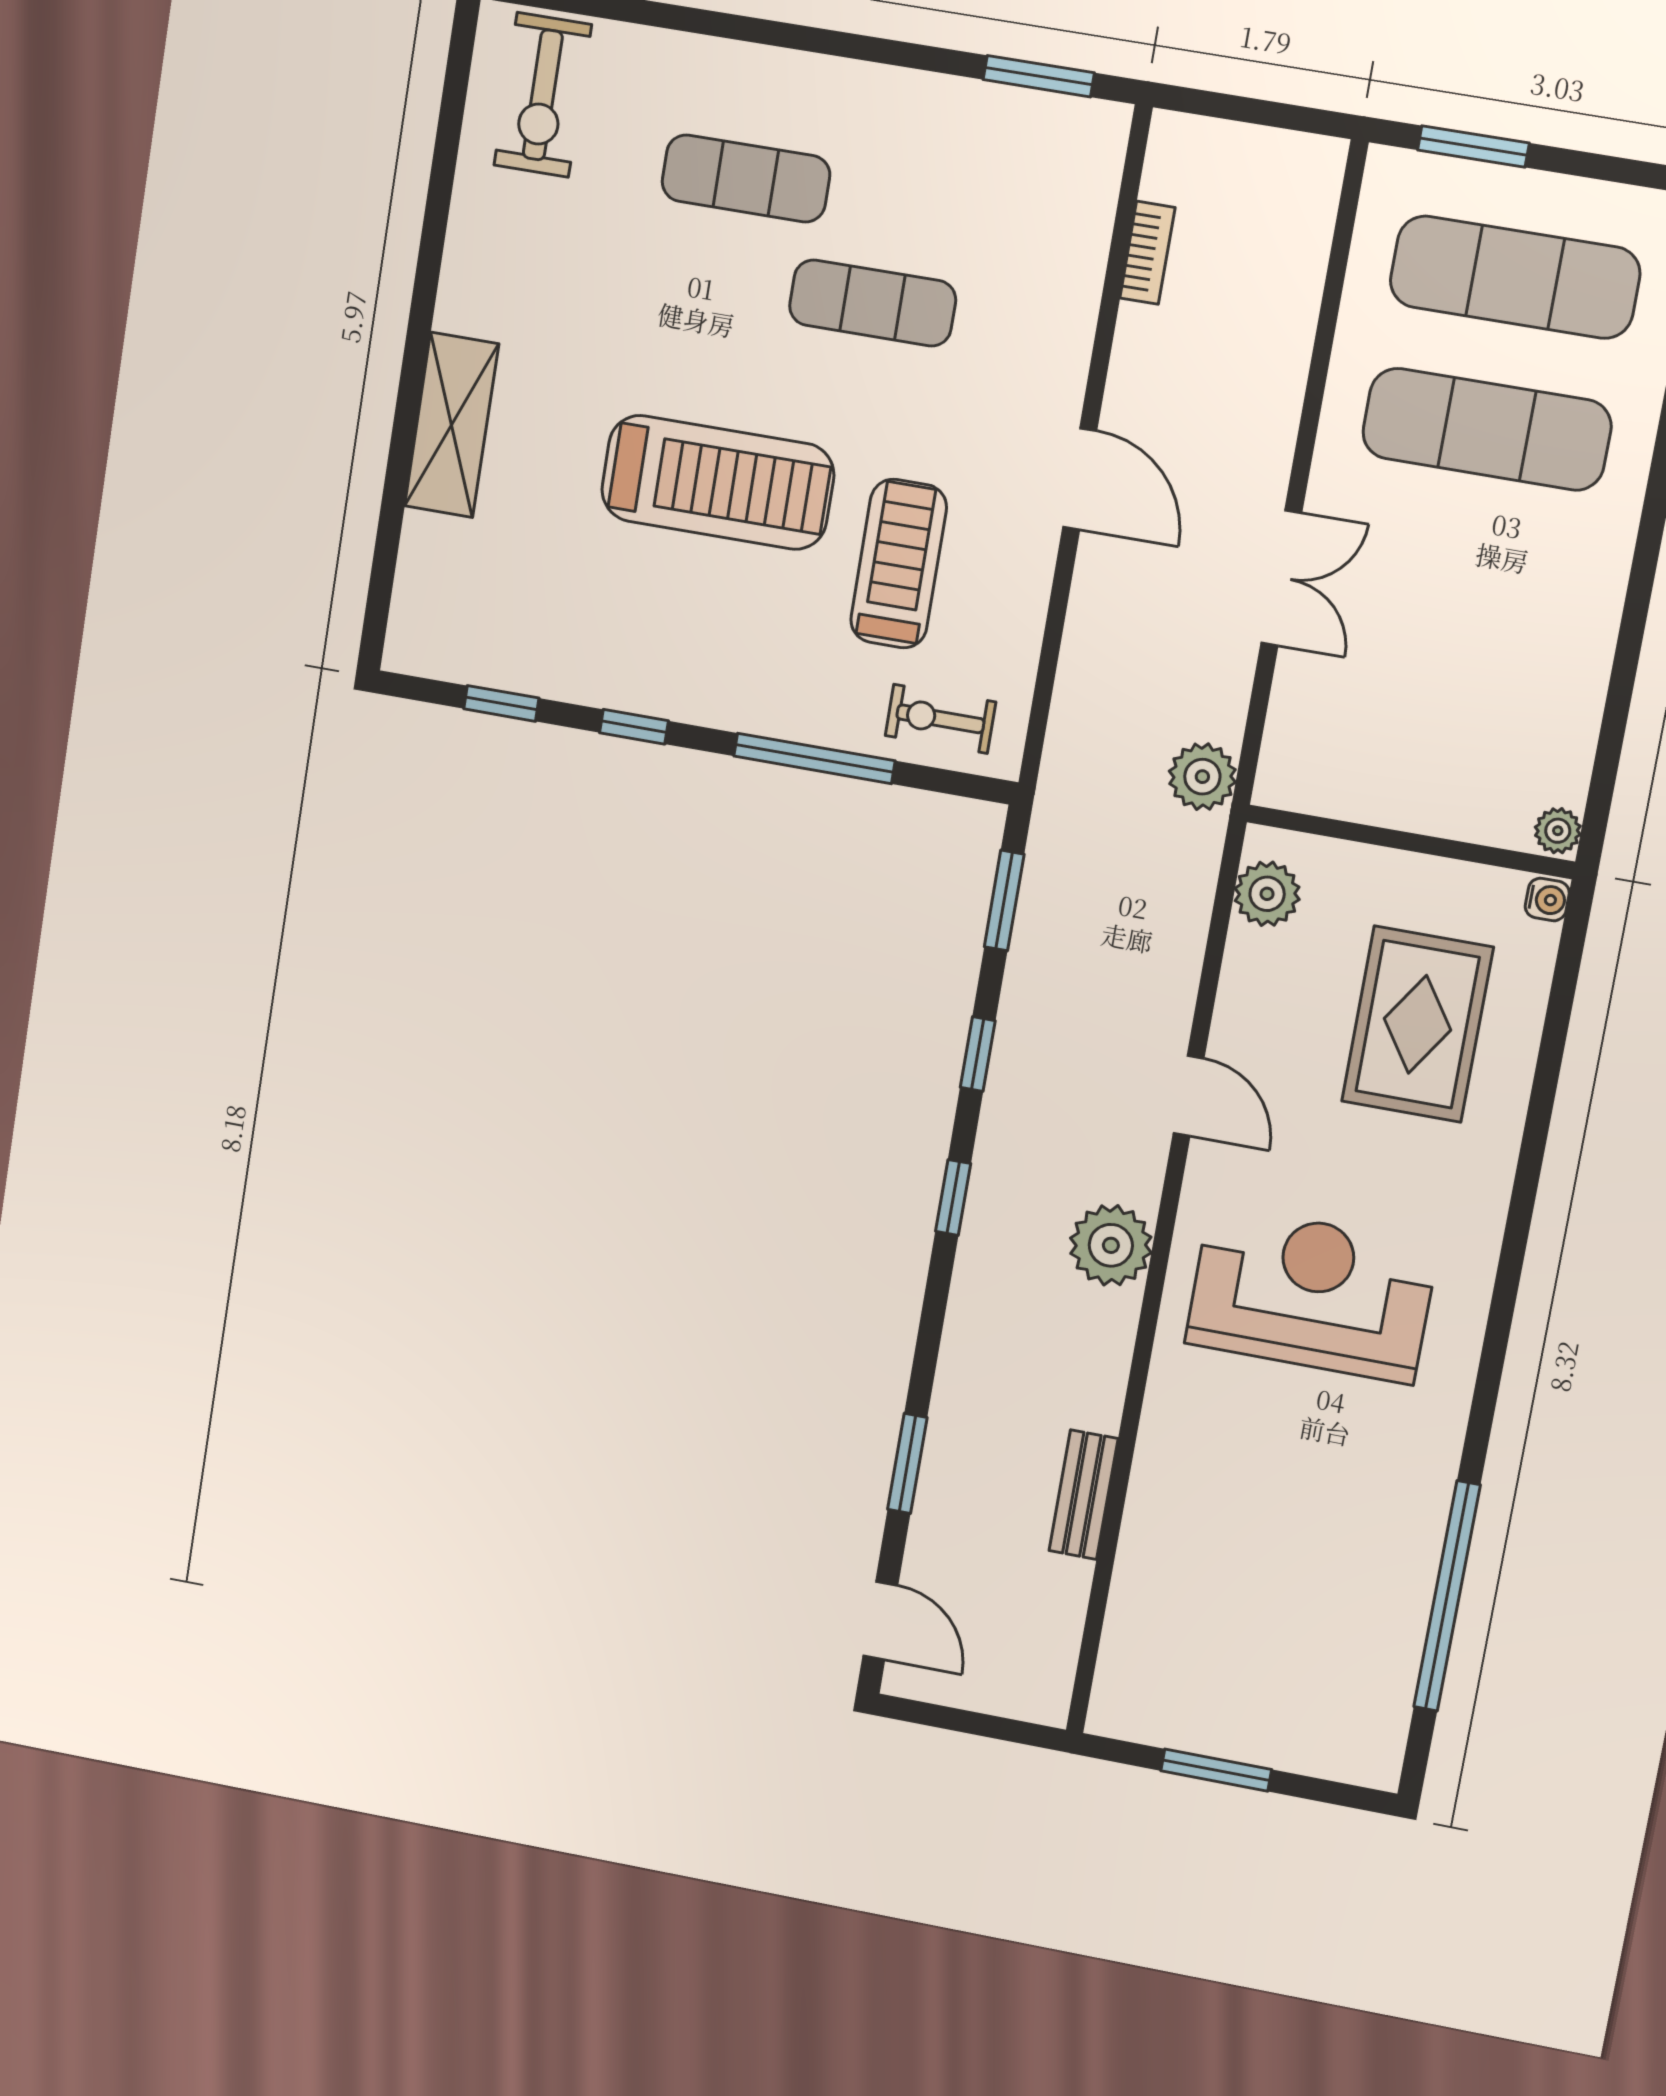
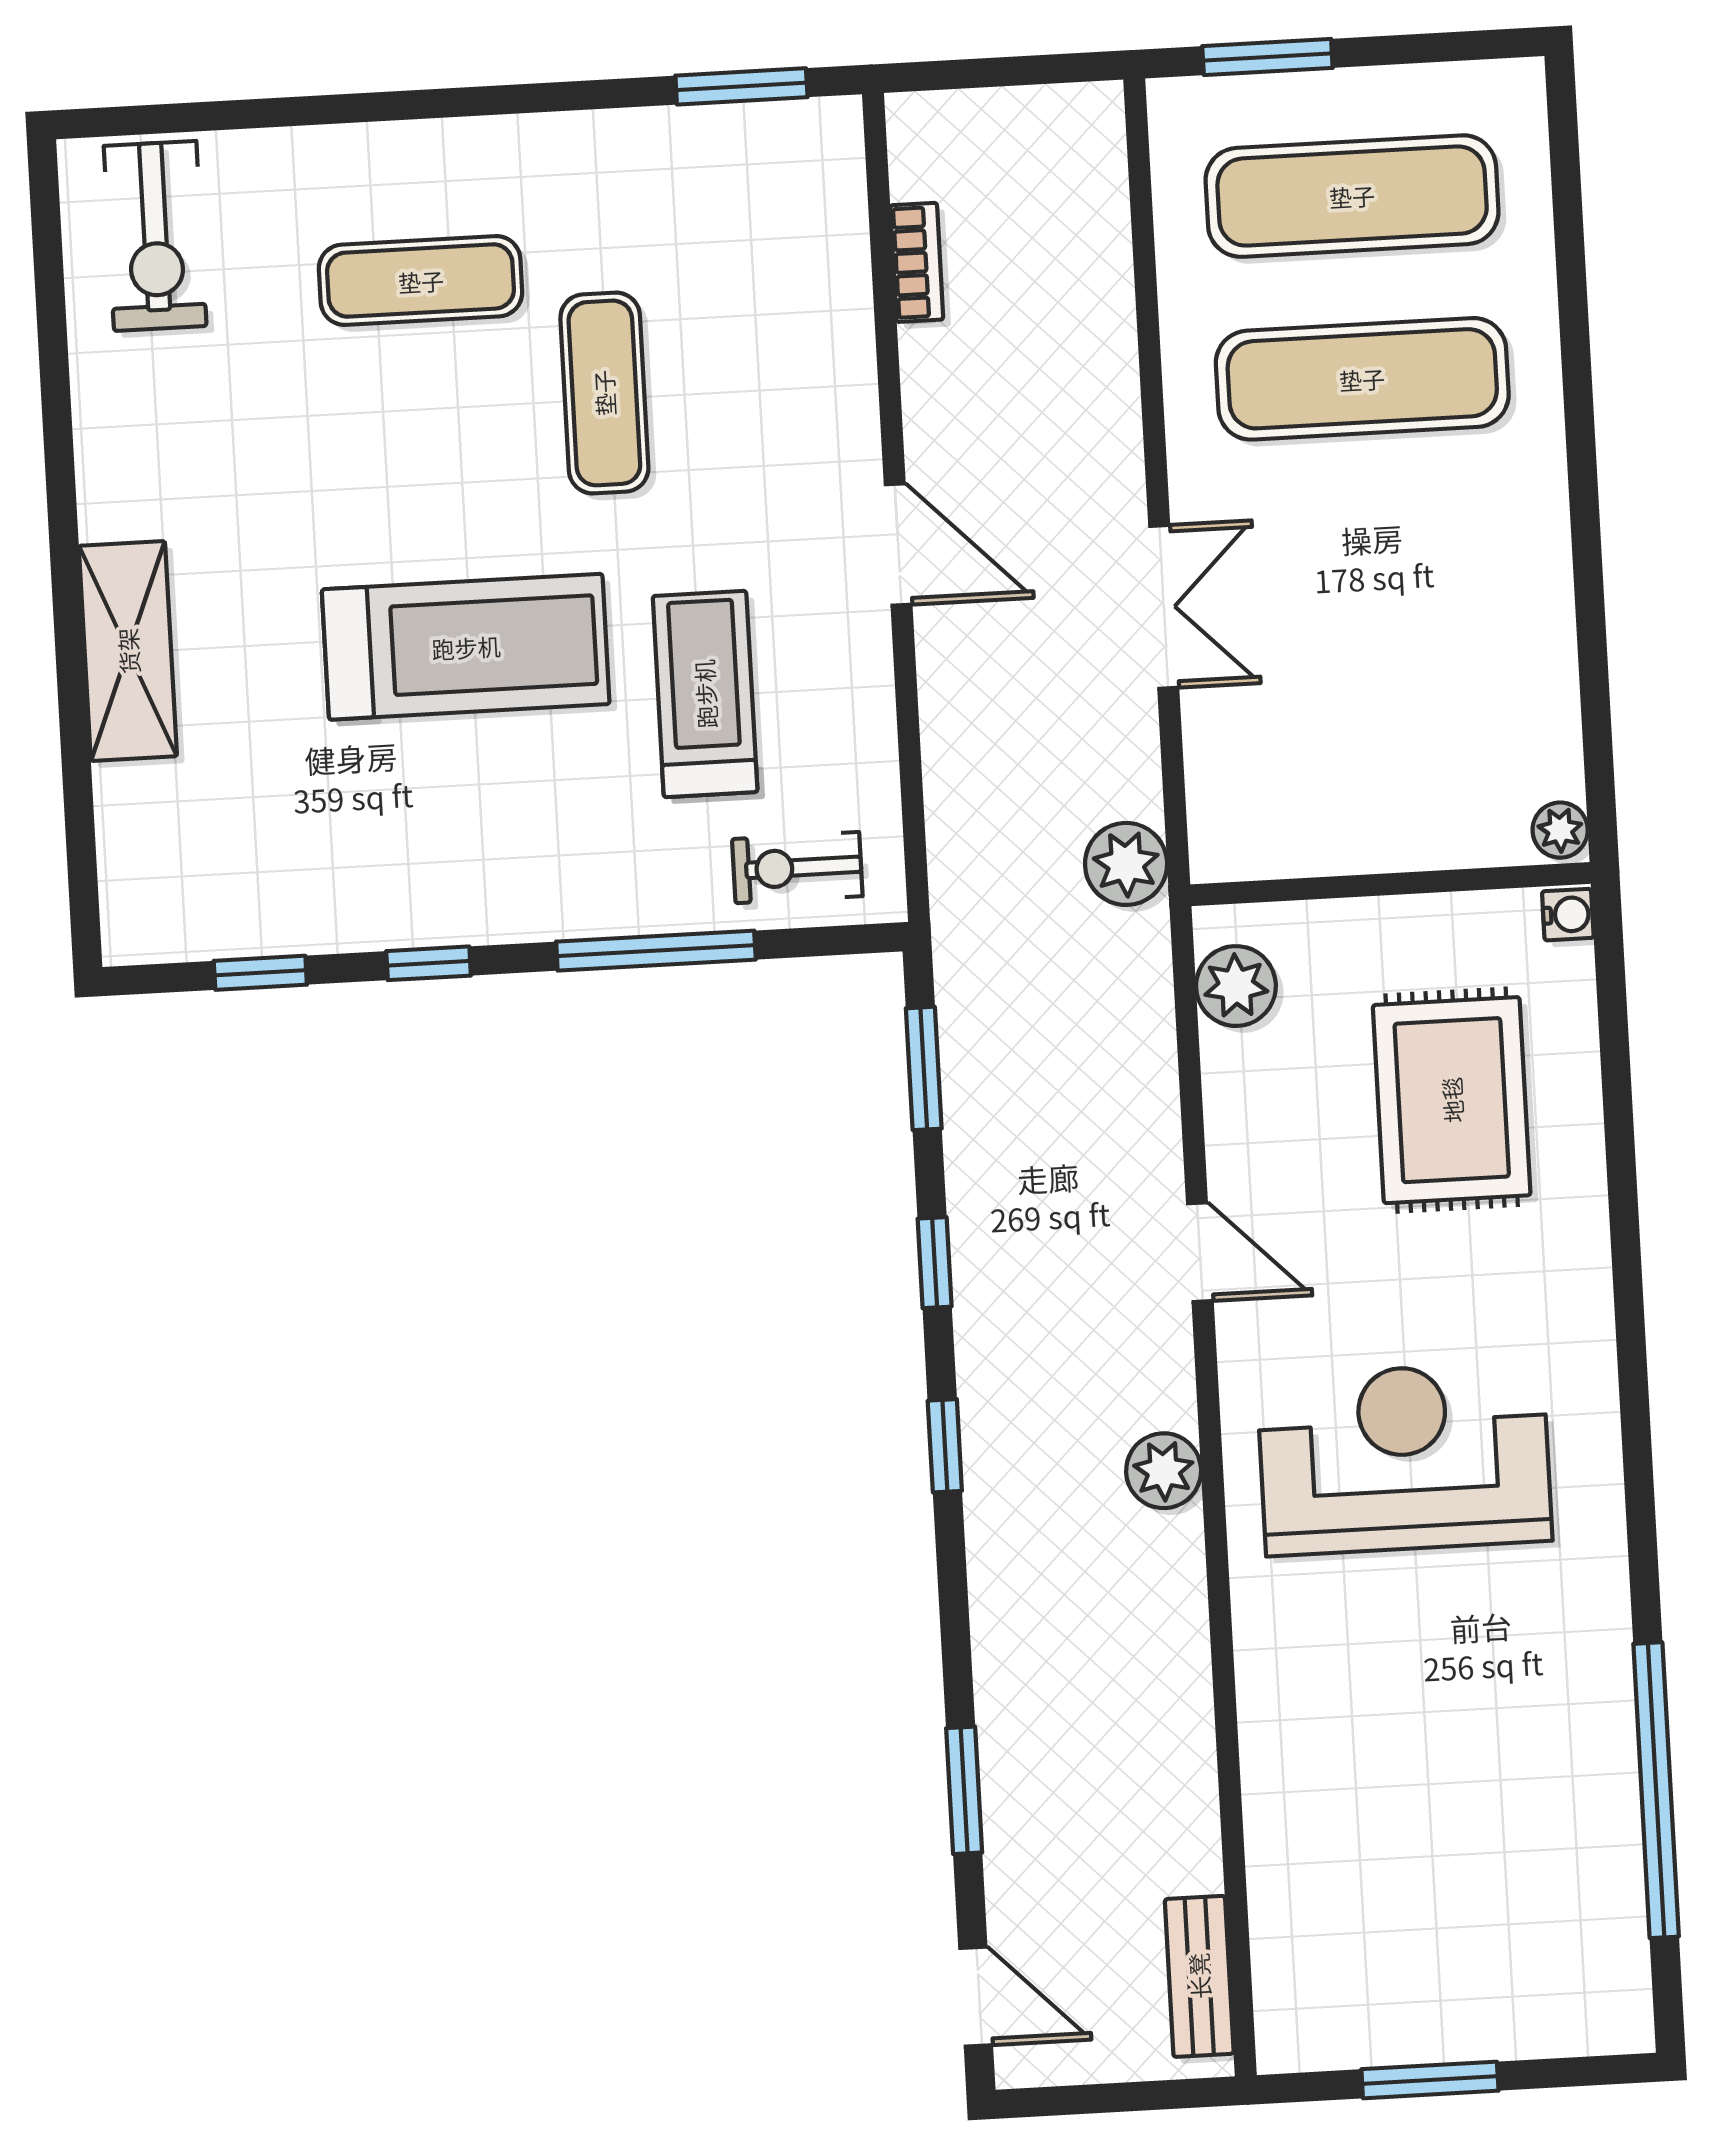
exercise mat: (873, 303) -> (604, 393), turned 90
plant: (1111, 1245) -> (1164, 1471), width x0.73, depth x0.73
bench: (1084, 1495) -> (1199, 1976), moved

